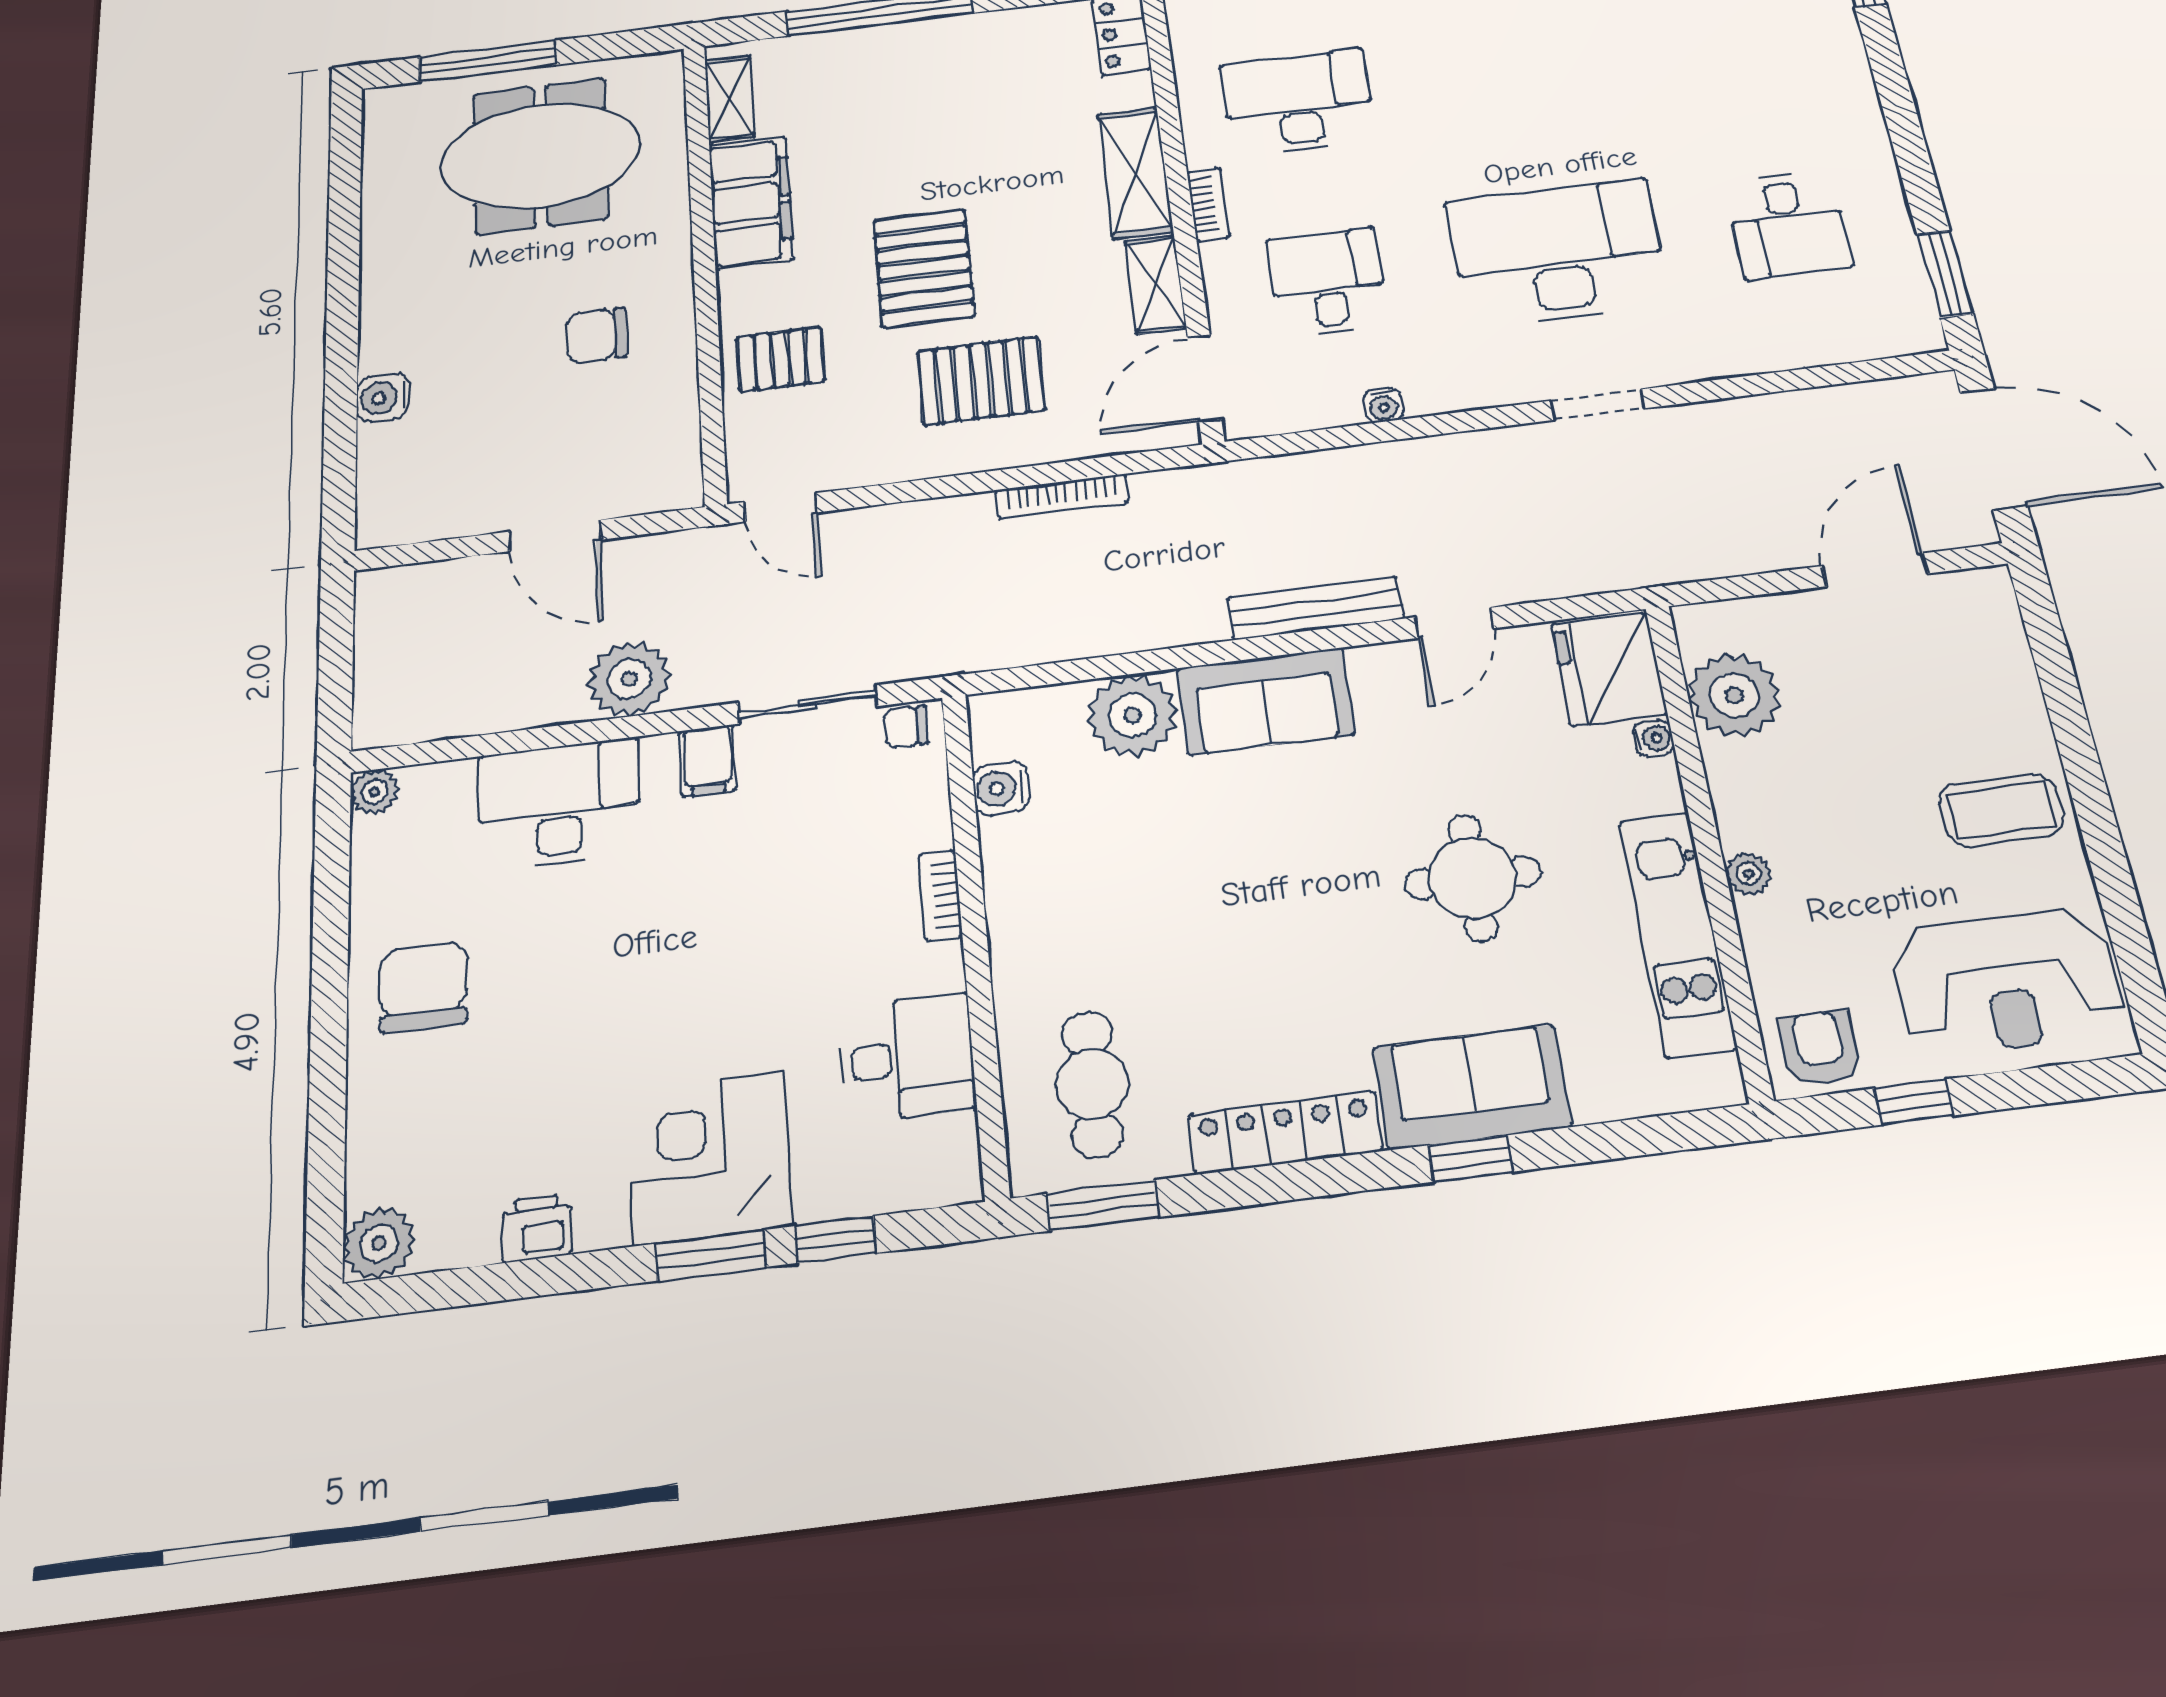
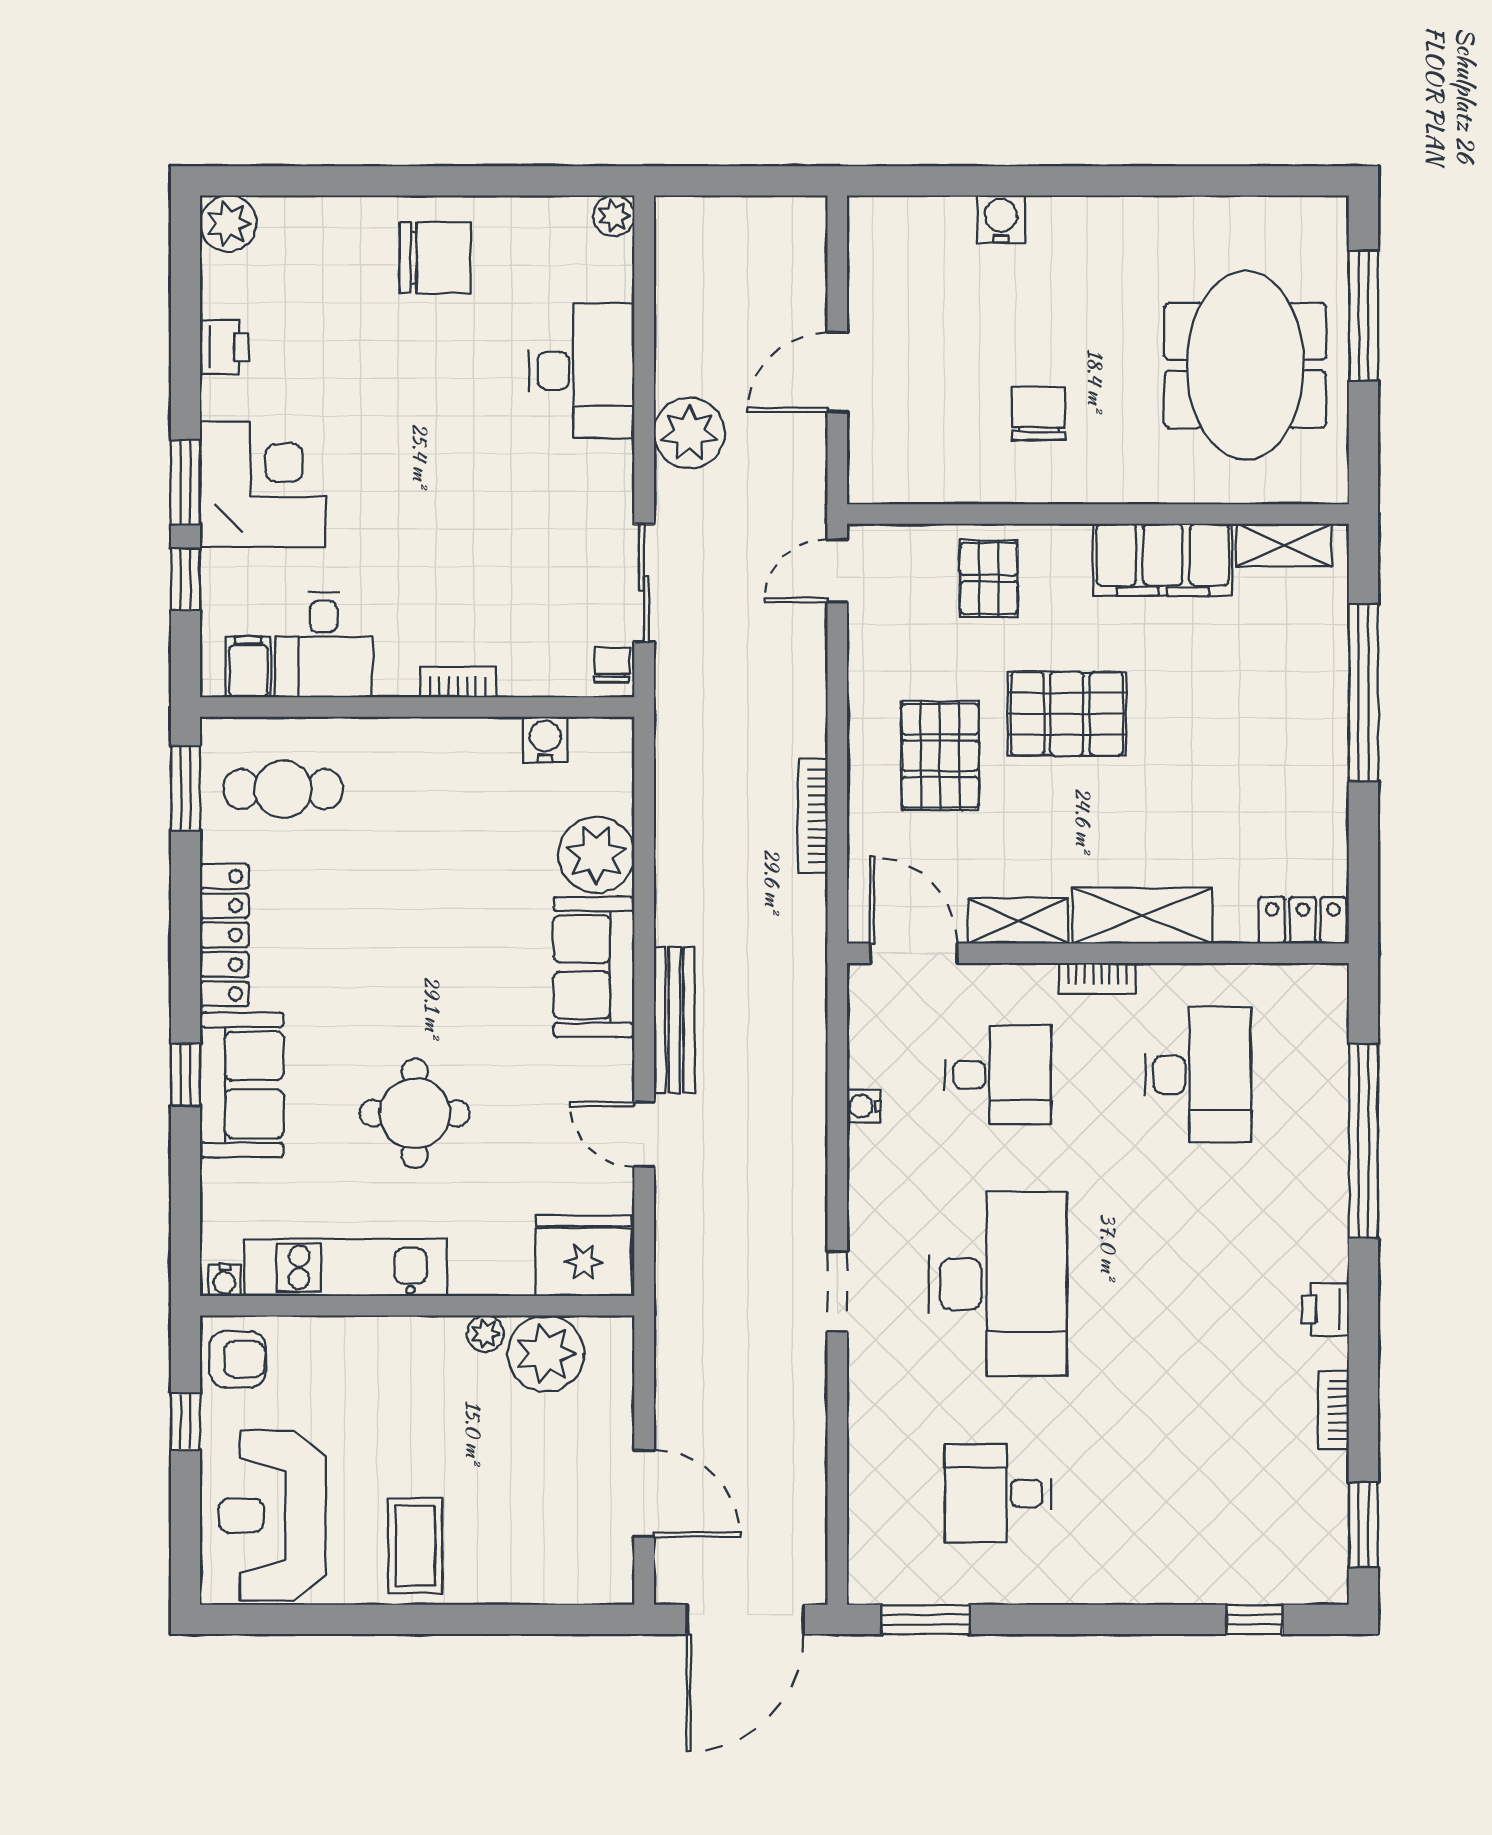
water cooler: (1653, 738) -> (225, 1280), moved
filing cabinet: (707, 761) -> (248, 667), moved, turned 90
plant: (1749, 874) -> (485, 1334), moved

